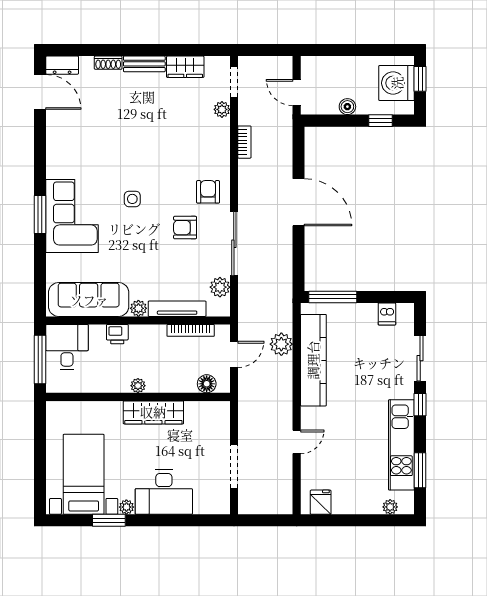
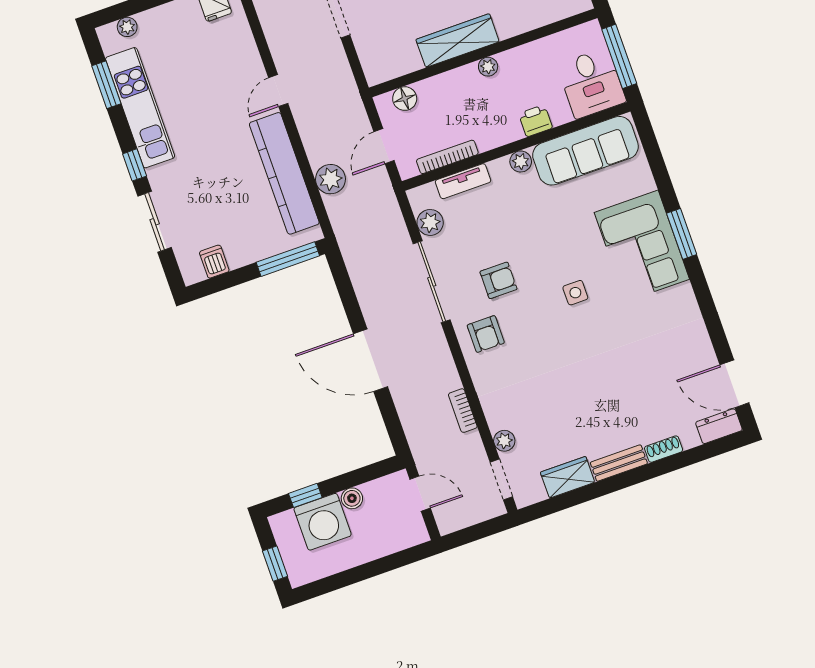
washing machine: (397, 83) -> (323, 522), moved, turned 90
tv unit: (177, 309) -> (463, 181), width x0.71
door: (297, 442) -> (278, 91), moved

